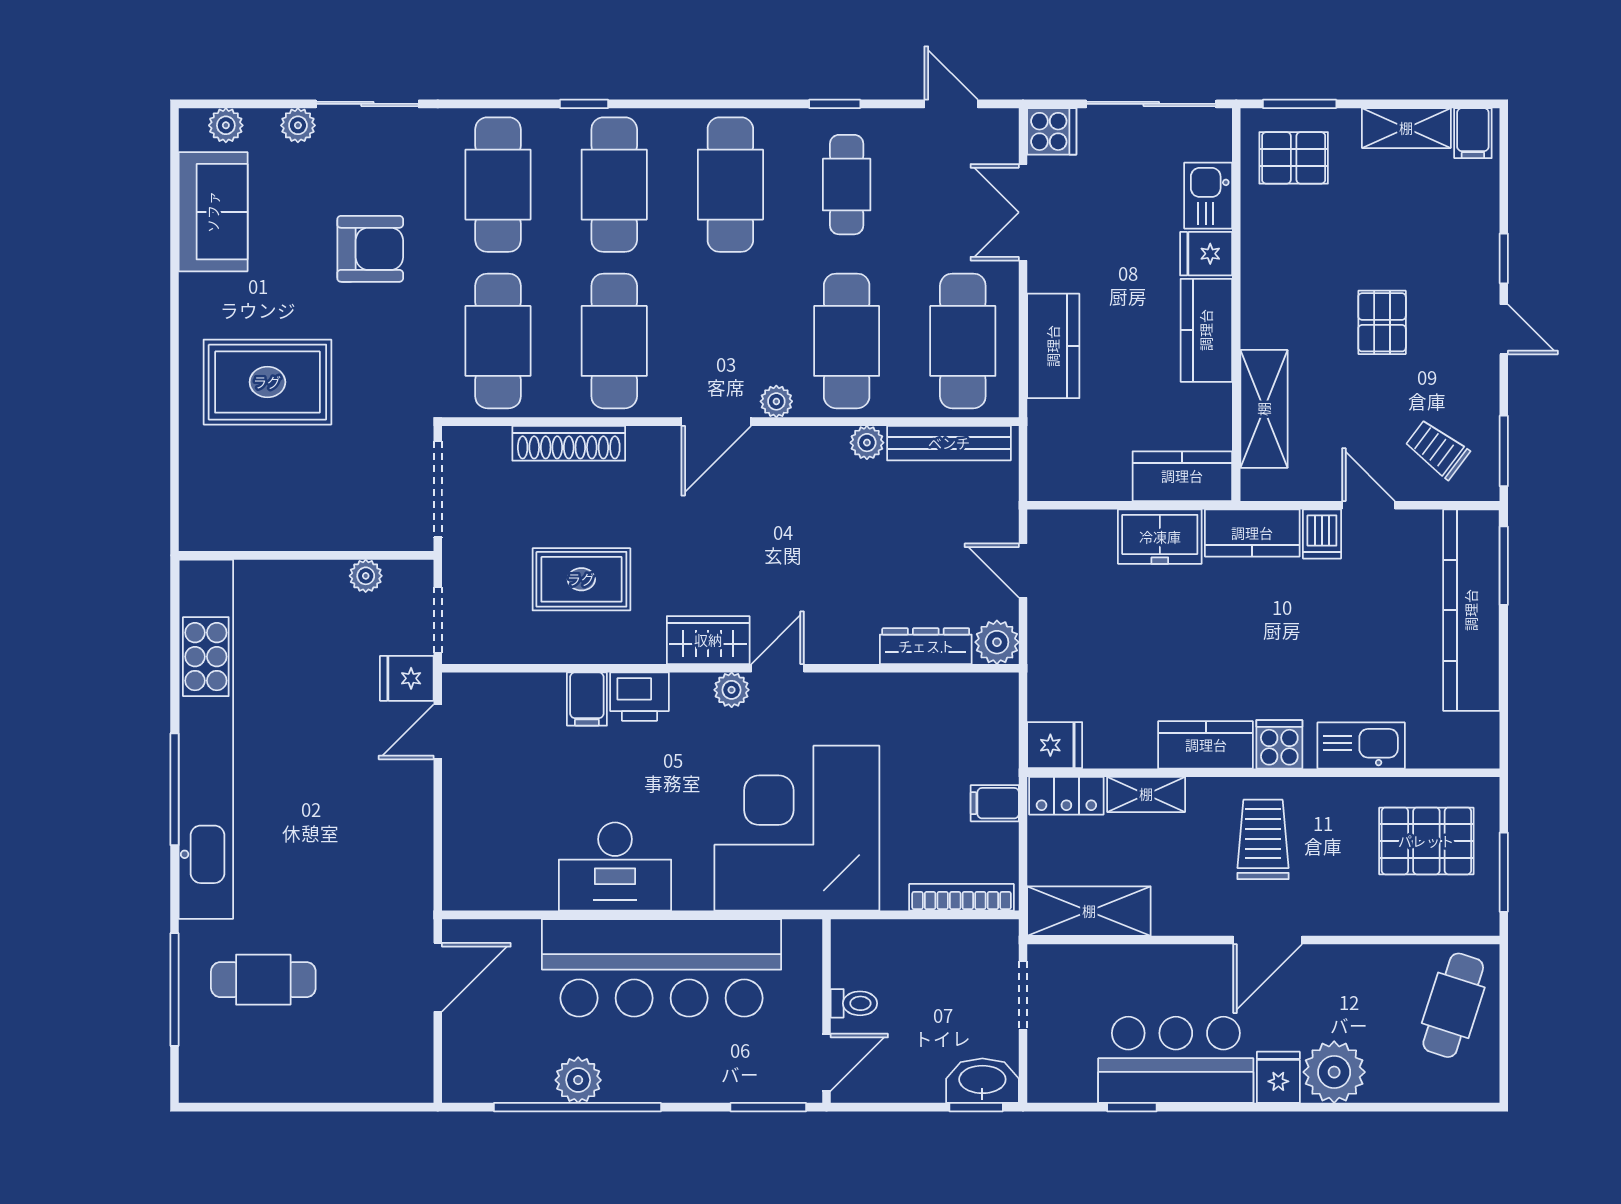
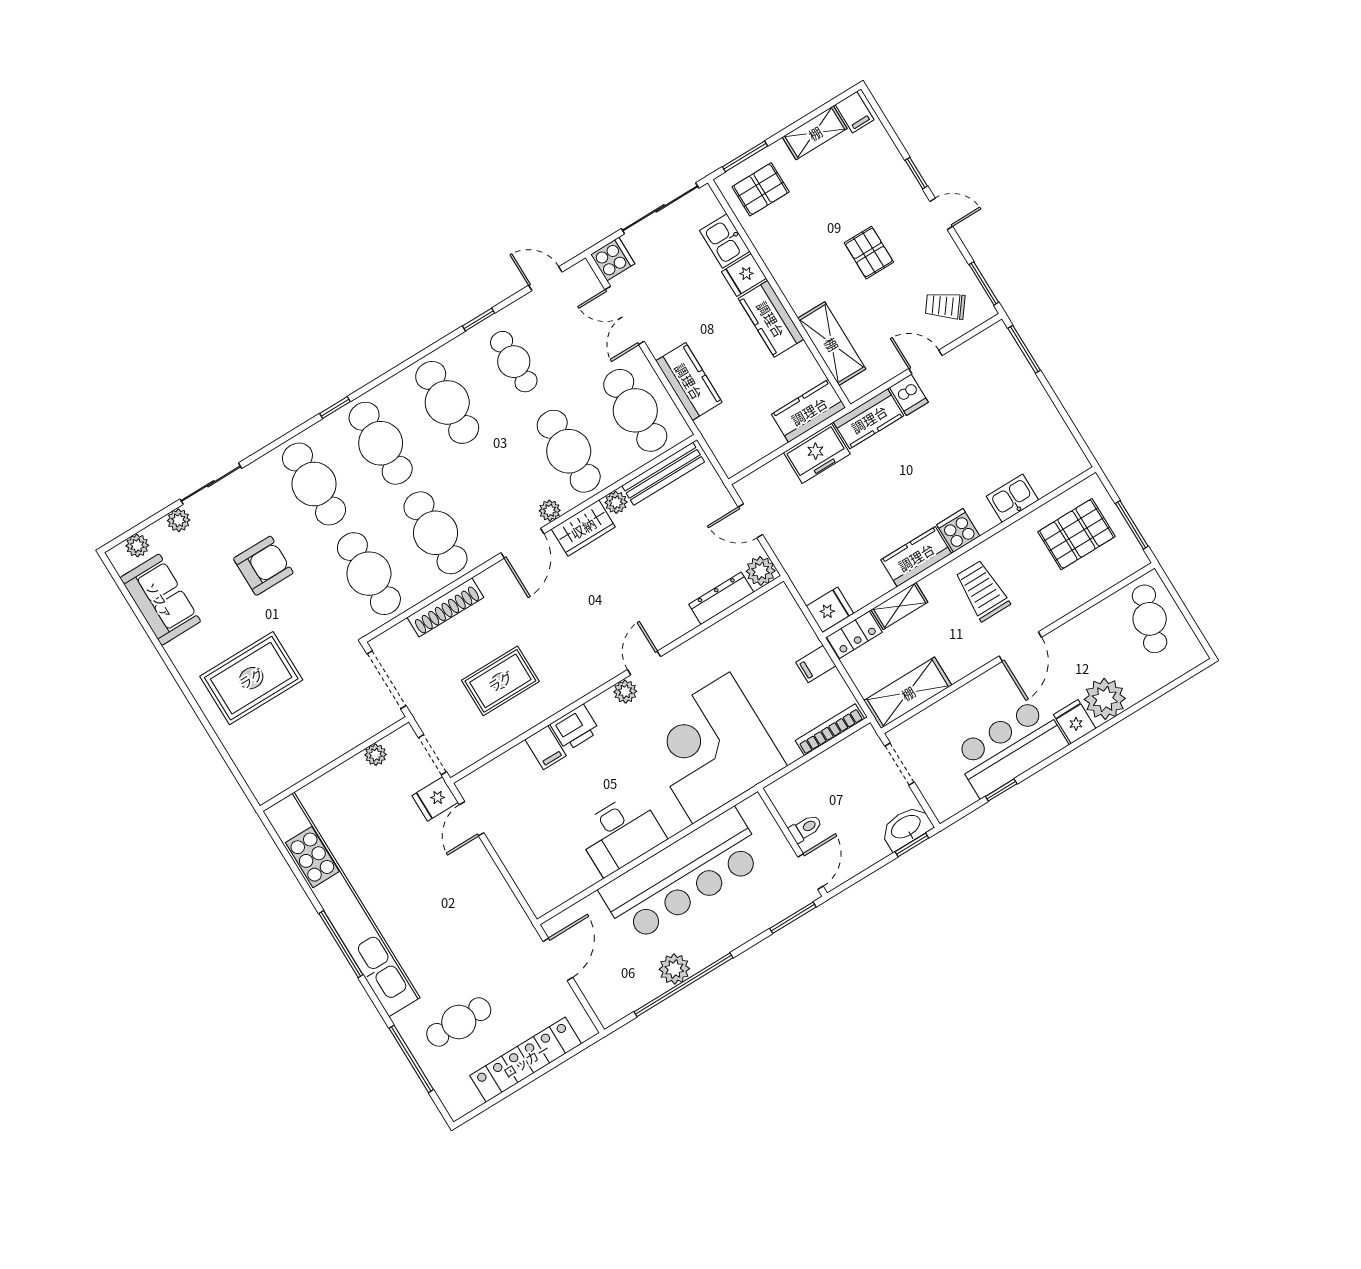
kitchen counter: (1471, 610) -> (1021, 386), removed
wardrobe: (708, 640) -> (583, 528), moved, turned 180
kitchen sink: (1361, 746) -> (1012, 498), width x0.73
locker: (319, 1079) -> (526, 1060), added

